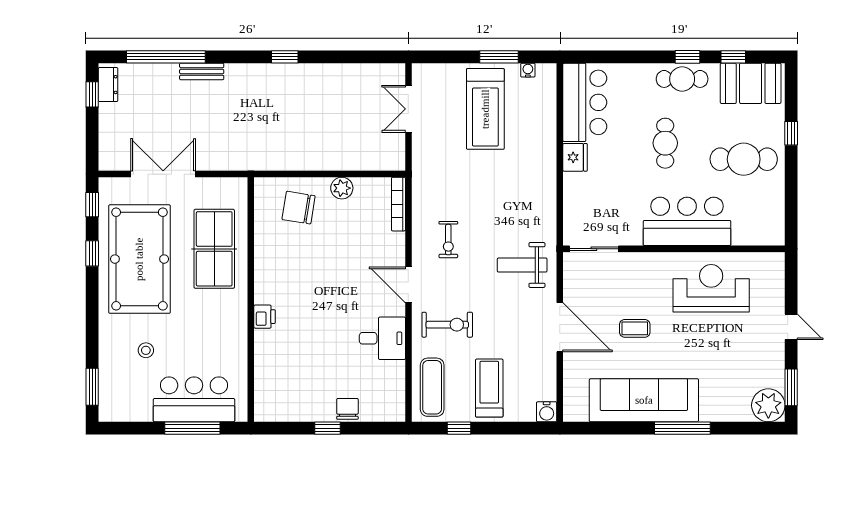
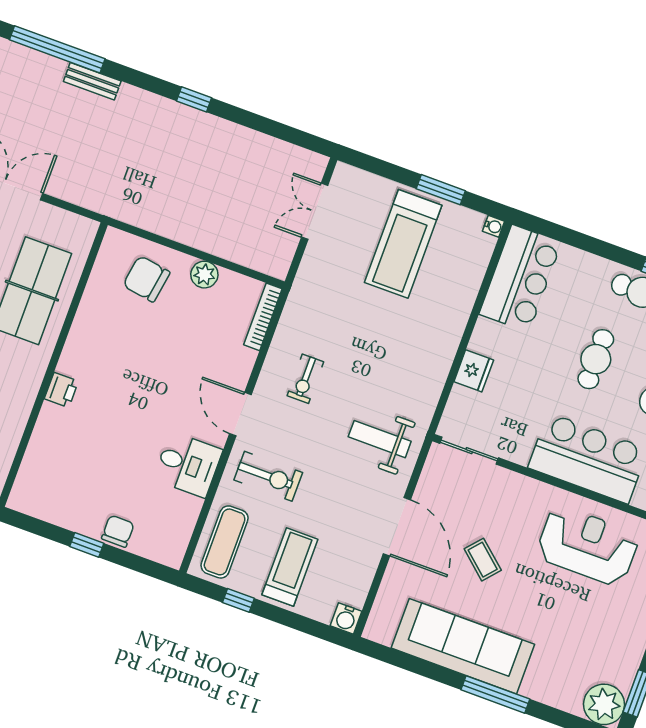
water cooler: (528, 70) -> (494, 226), moved, turned 90
fridge: (575, 157) -> (474, 371), moved
coffee table: (635, 328) -> (483, 560), turned 41

